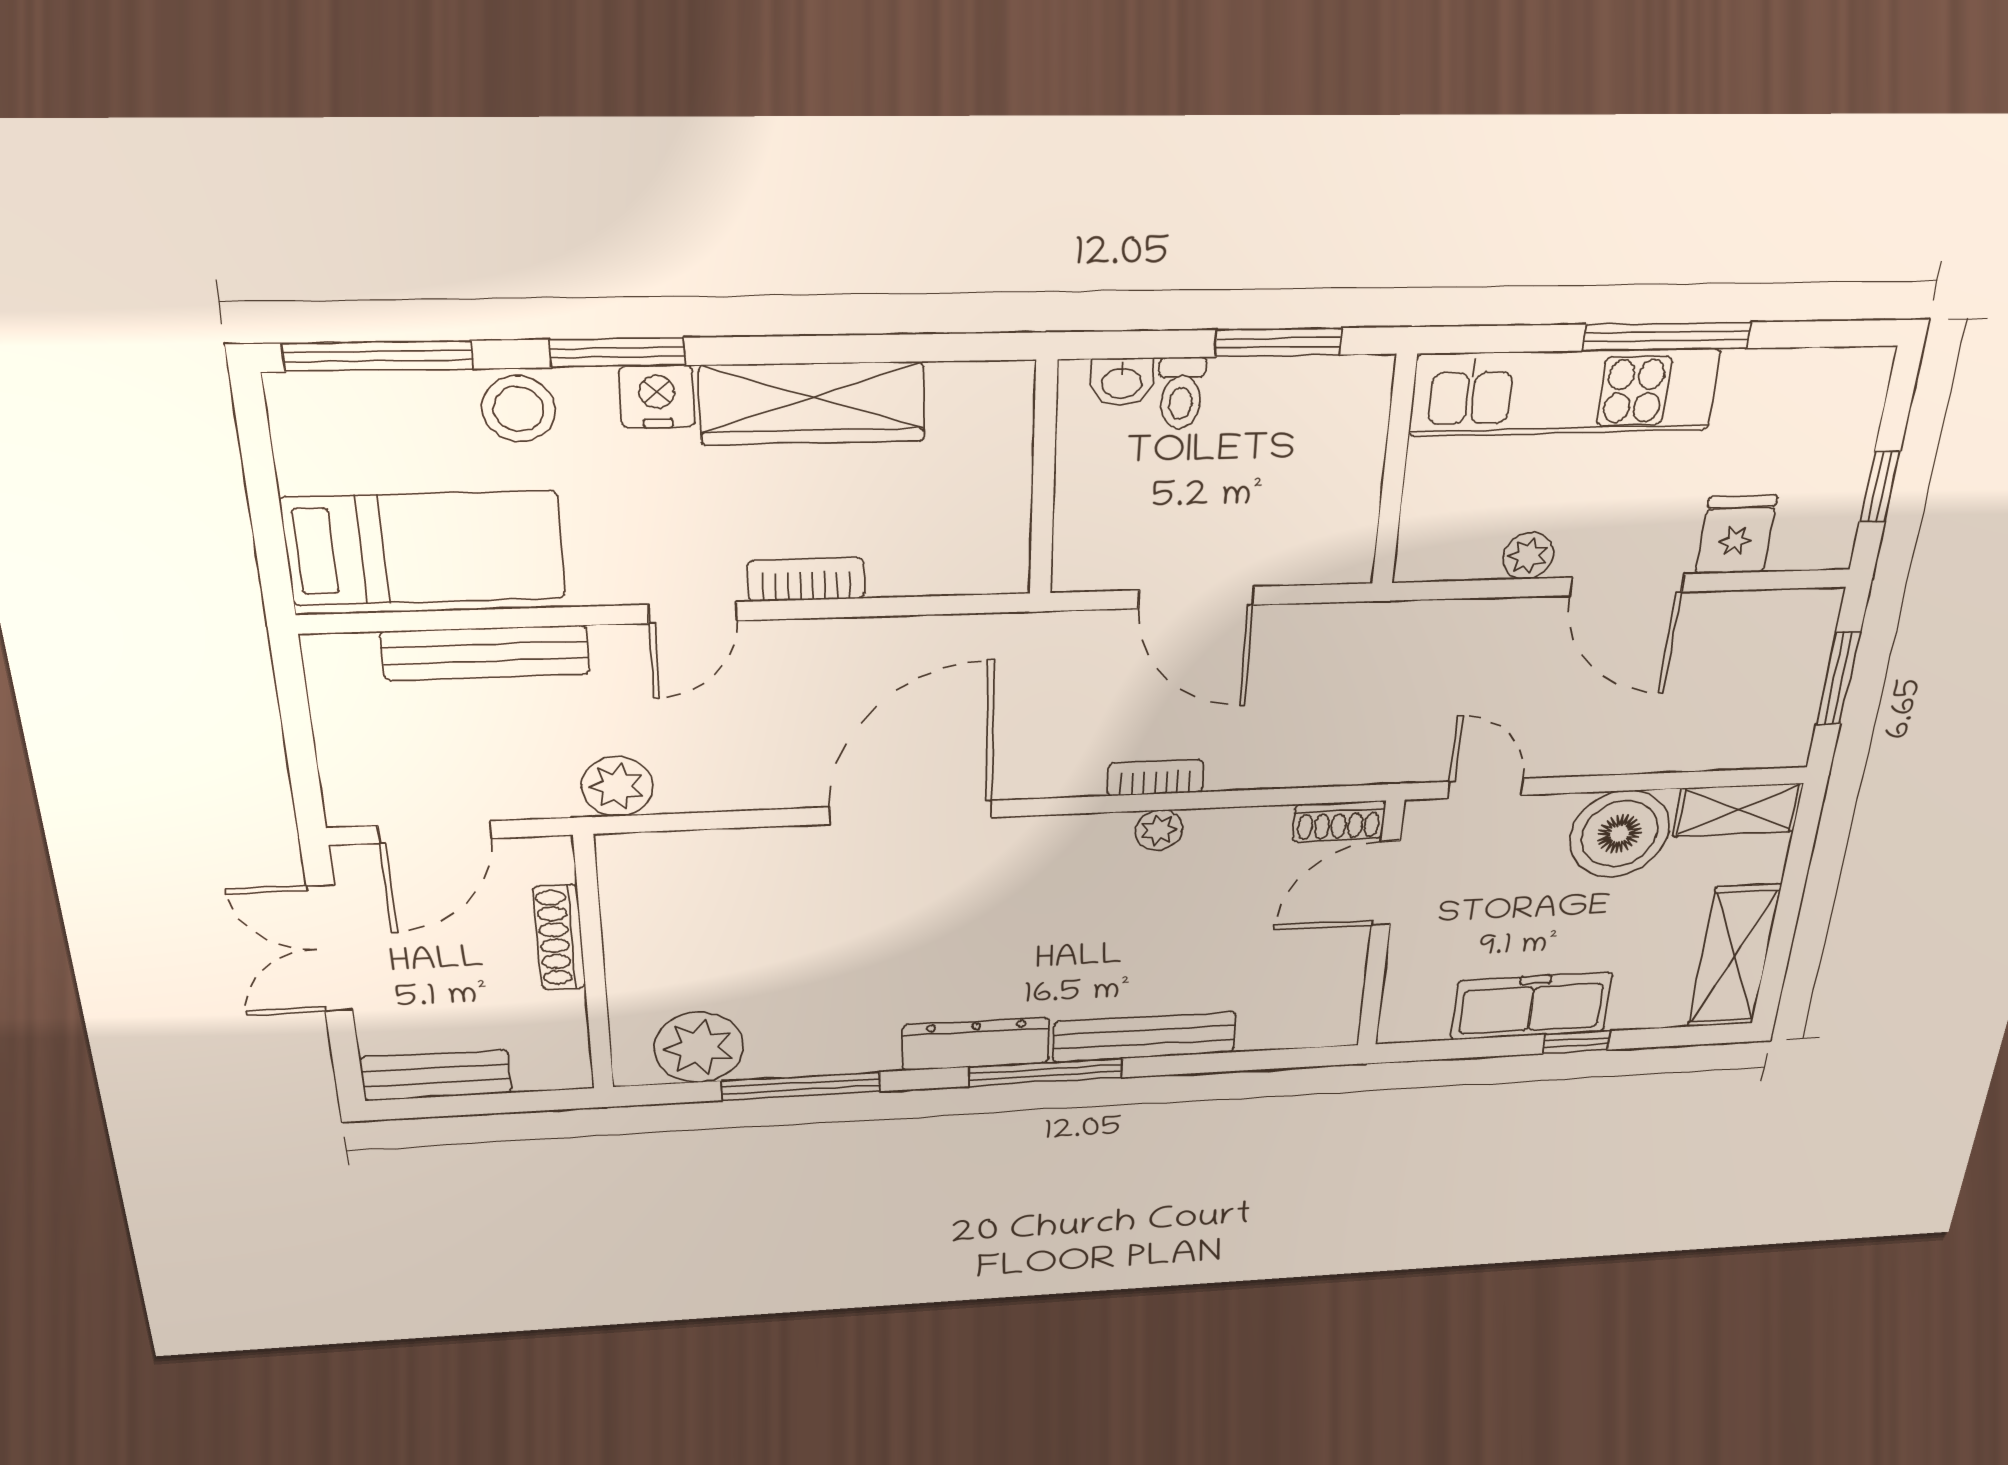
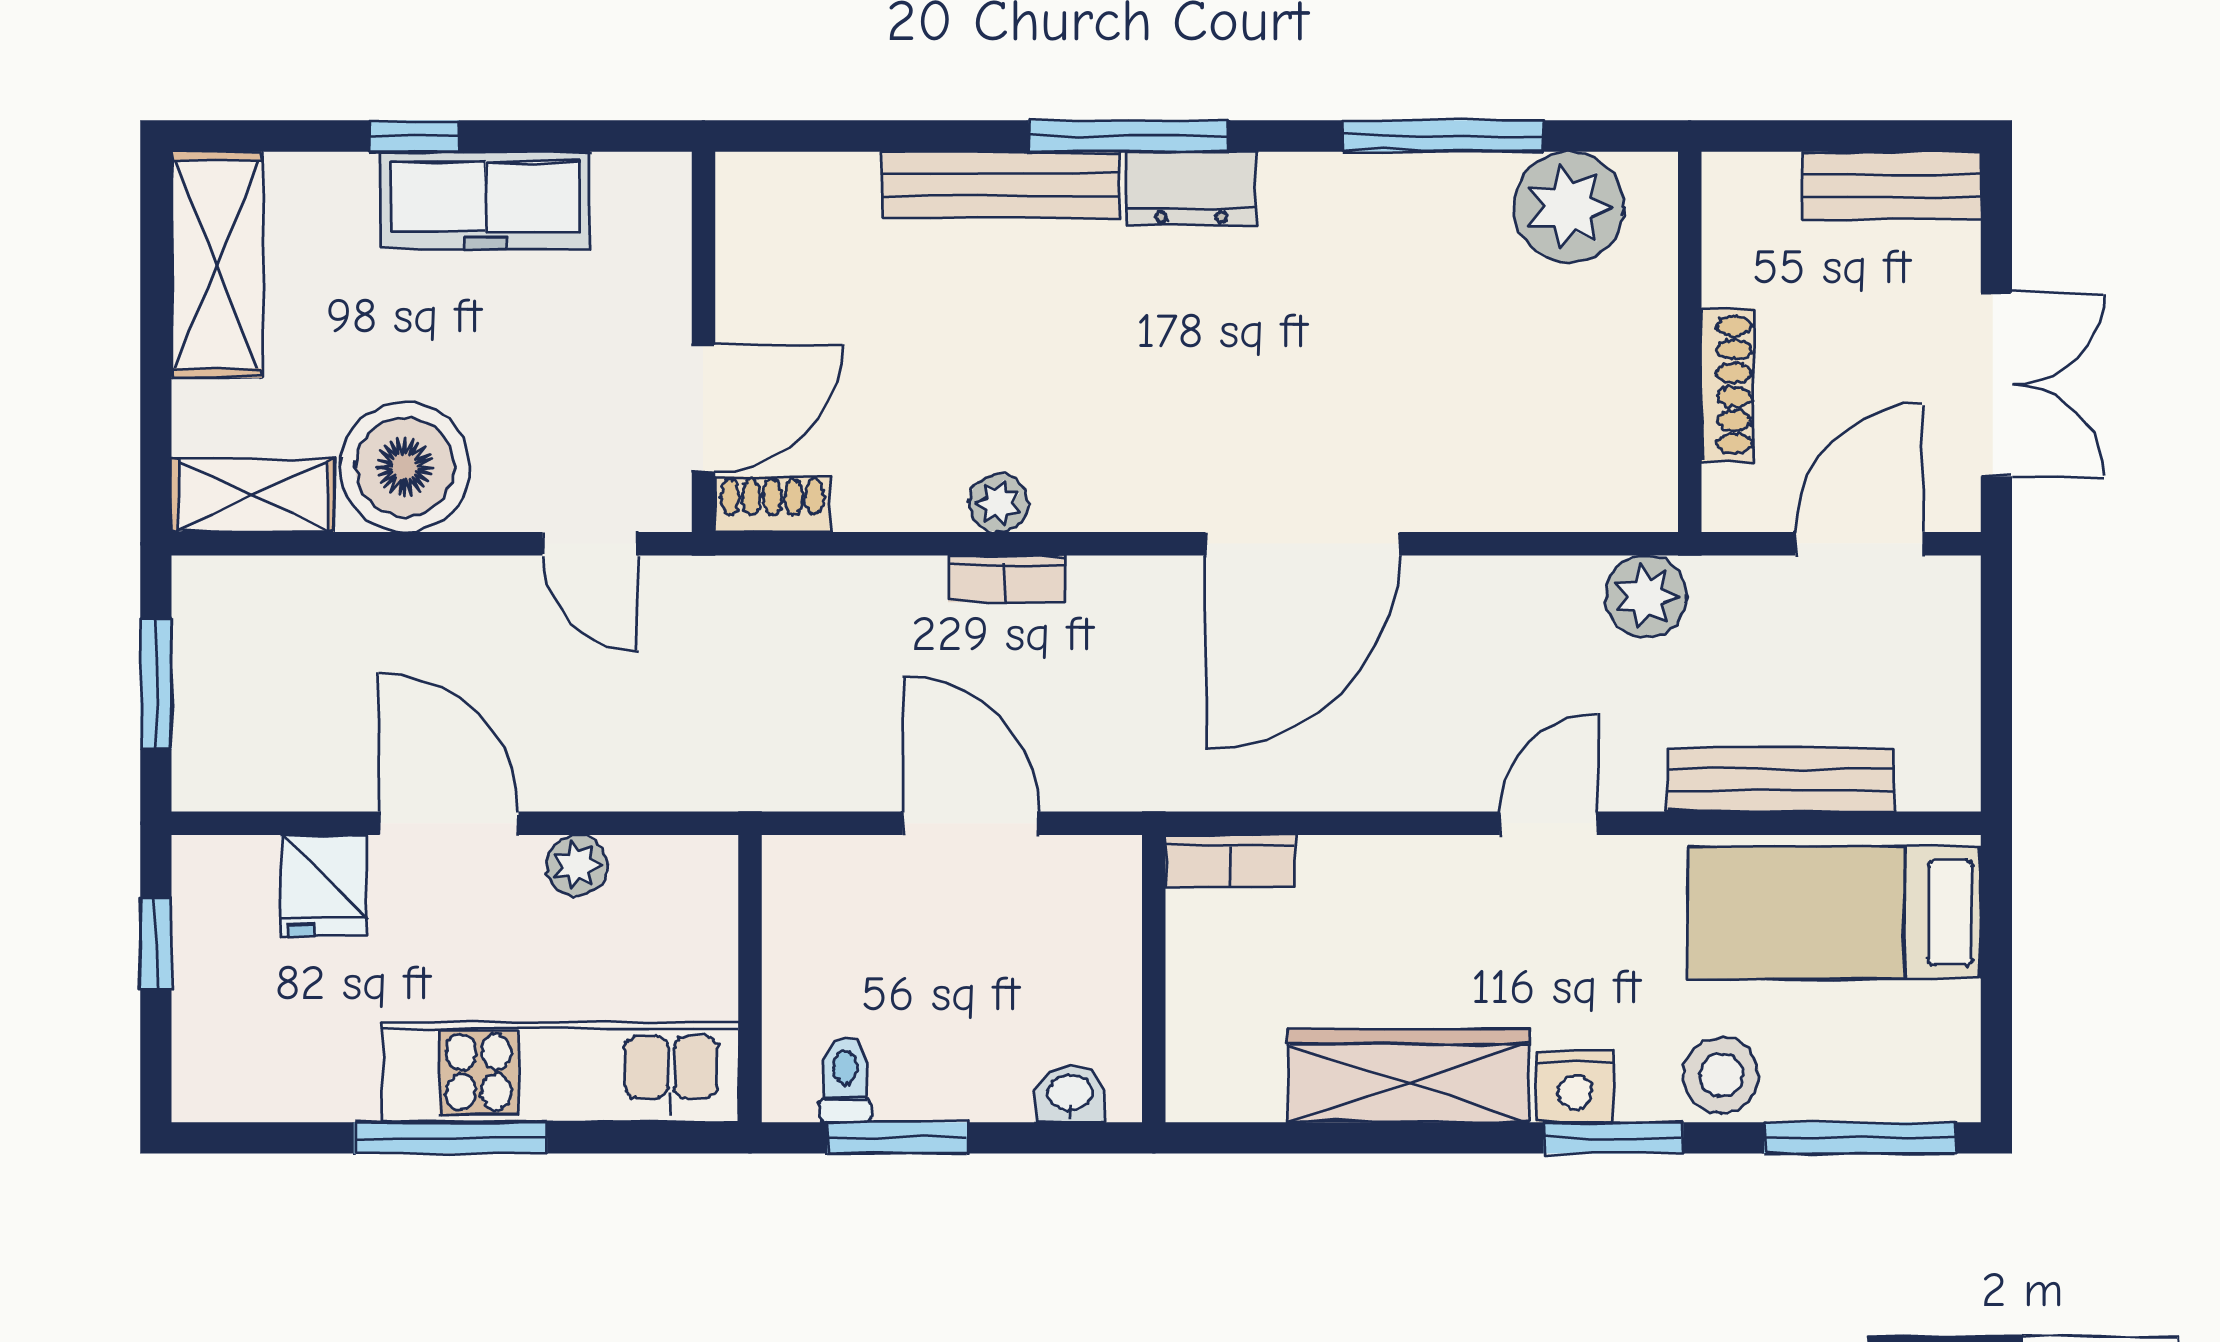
toilet: (1181, 393) -> (845, 1080), moved
bookcase: (806, 580) -> (1231, 861), moved
dresser: (976, 1044) -> (1191, 188), width x0.70

